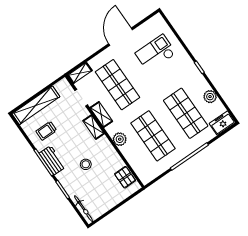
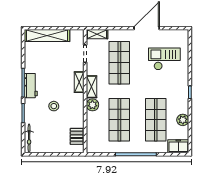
shelving: (101, 114) -> (91, 87), moved
trolley: (46, 131) -> (42, 60), removed

